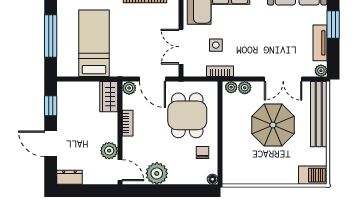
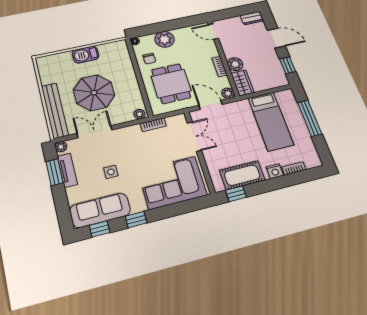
window: (333, 24) -> (54, 172), moved
side table: (216, 45) -> (111, 172), moved
plant: (245, 88) -> (127, 117), removed
plant: (109, 151) -> (235, 64), moved
plant: (157, 173) -> (165, 39), moved
barbecue: (313, 175) -> (86, 55), moved

